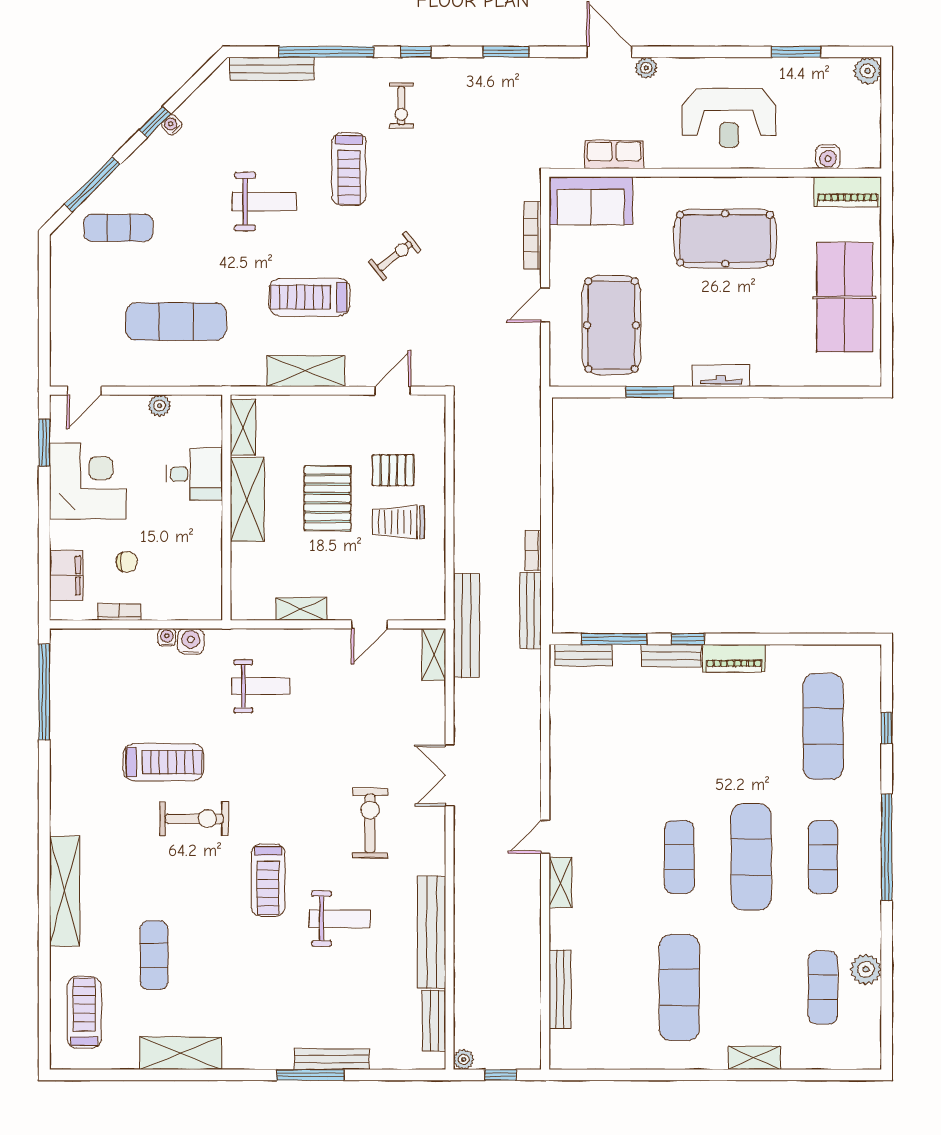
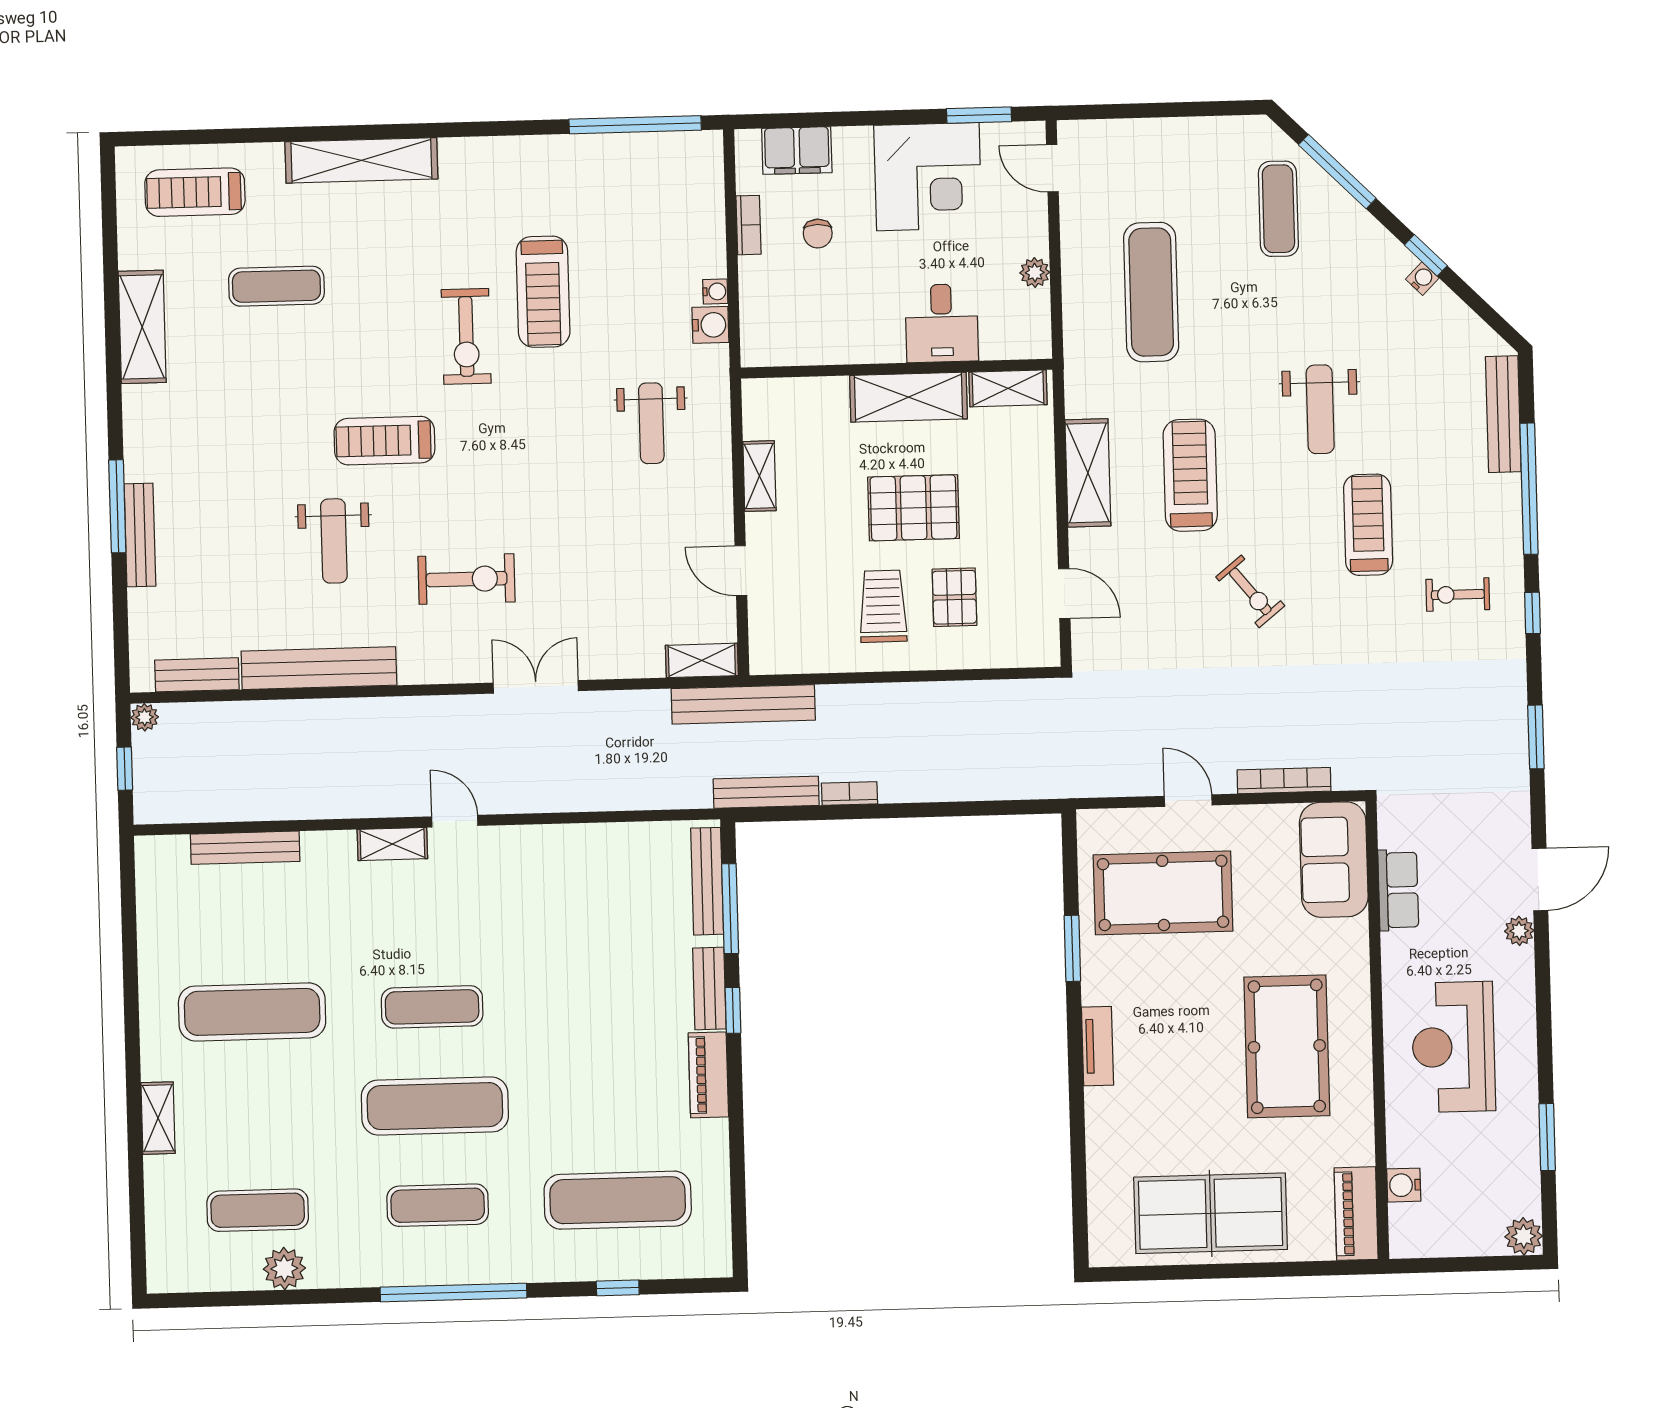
treadmill: (349, 169) -> (1368, 525), turned 90
bench: (583, 655) -> (707, 881), width x1.36
treadmill: (84, 1012) -> (195, 192), turned 180

